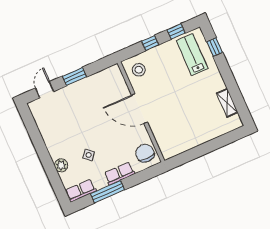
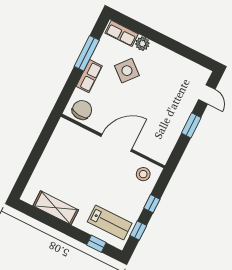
shelving: (227, 103) -> (56, 208), width x1.50, depth x1.33
chair: (145, 153) -> (82, 110), turned -84
side table: (89, 155) -> (127, 71), width x1.87, depth x1.87
row of seats: (81, 191) -> (122, 33), moved, turned 90

